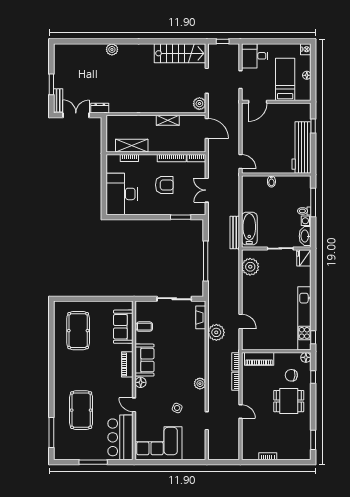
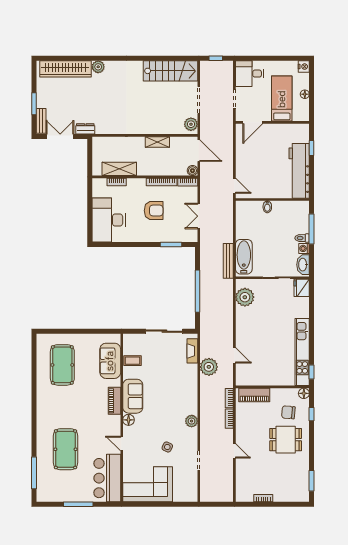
wardrobe: (81, 51) -> (65, 69), added
boiler: (201, 147) -> (192, 171), added

